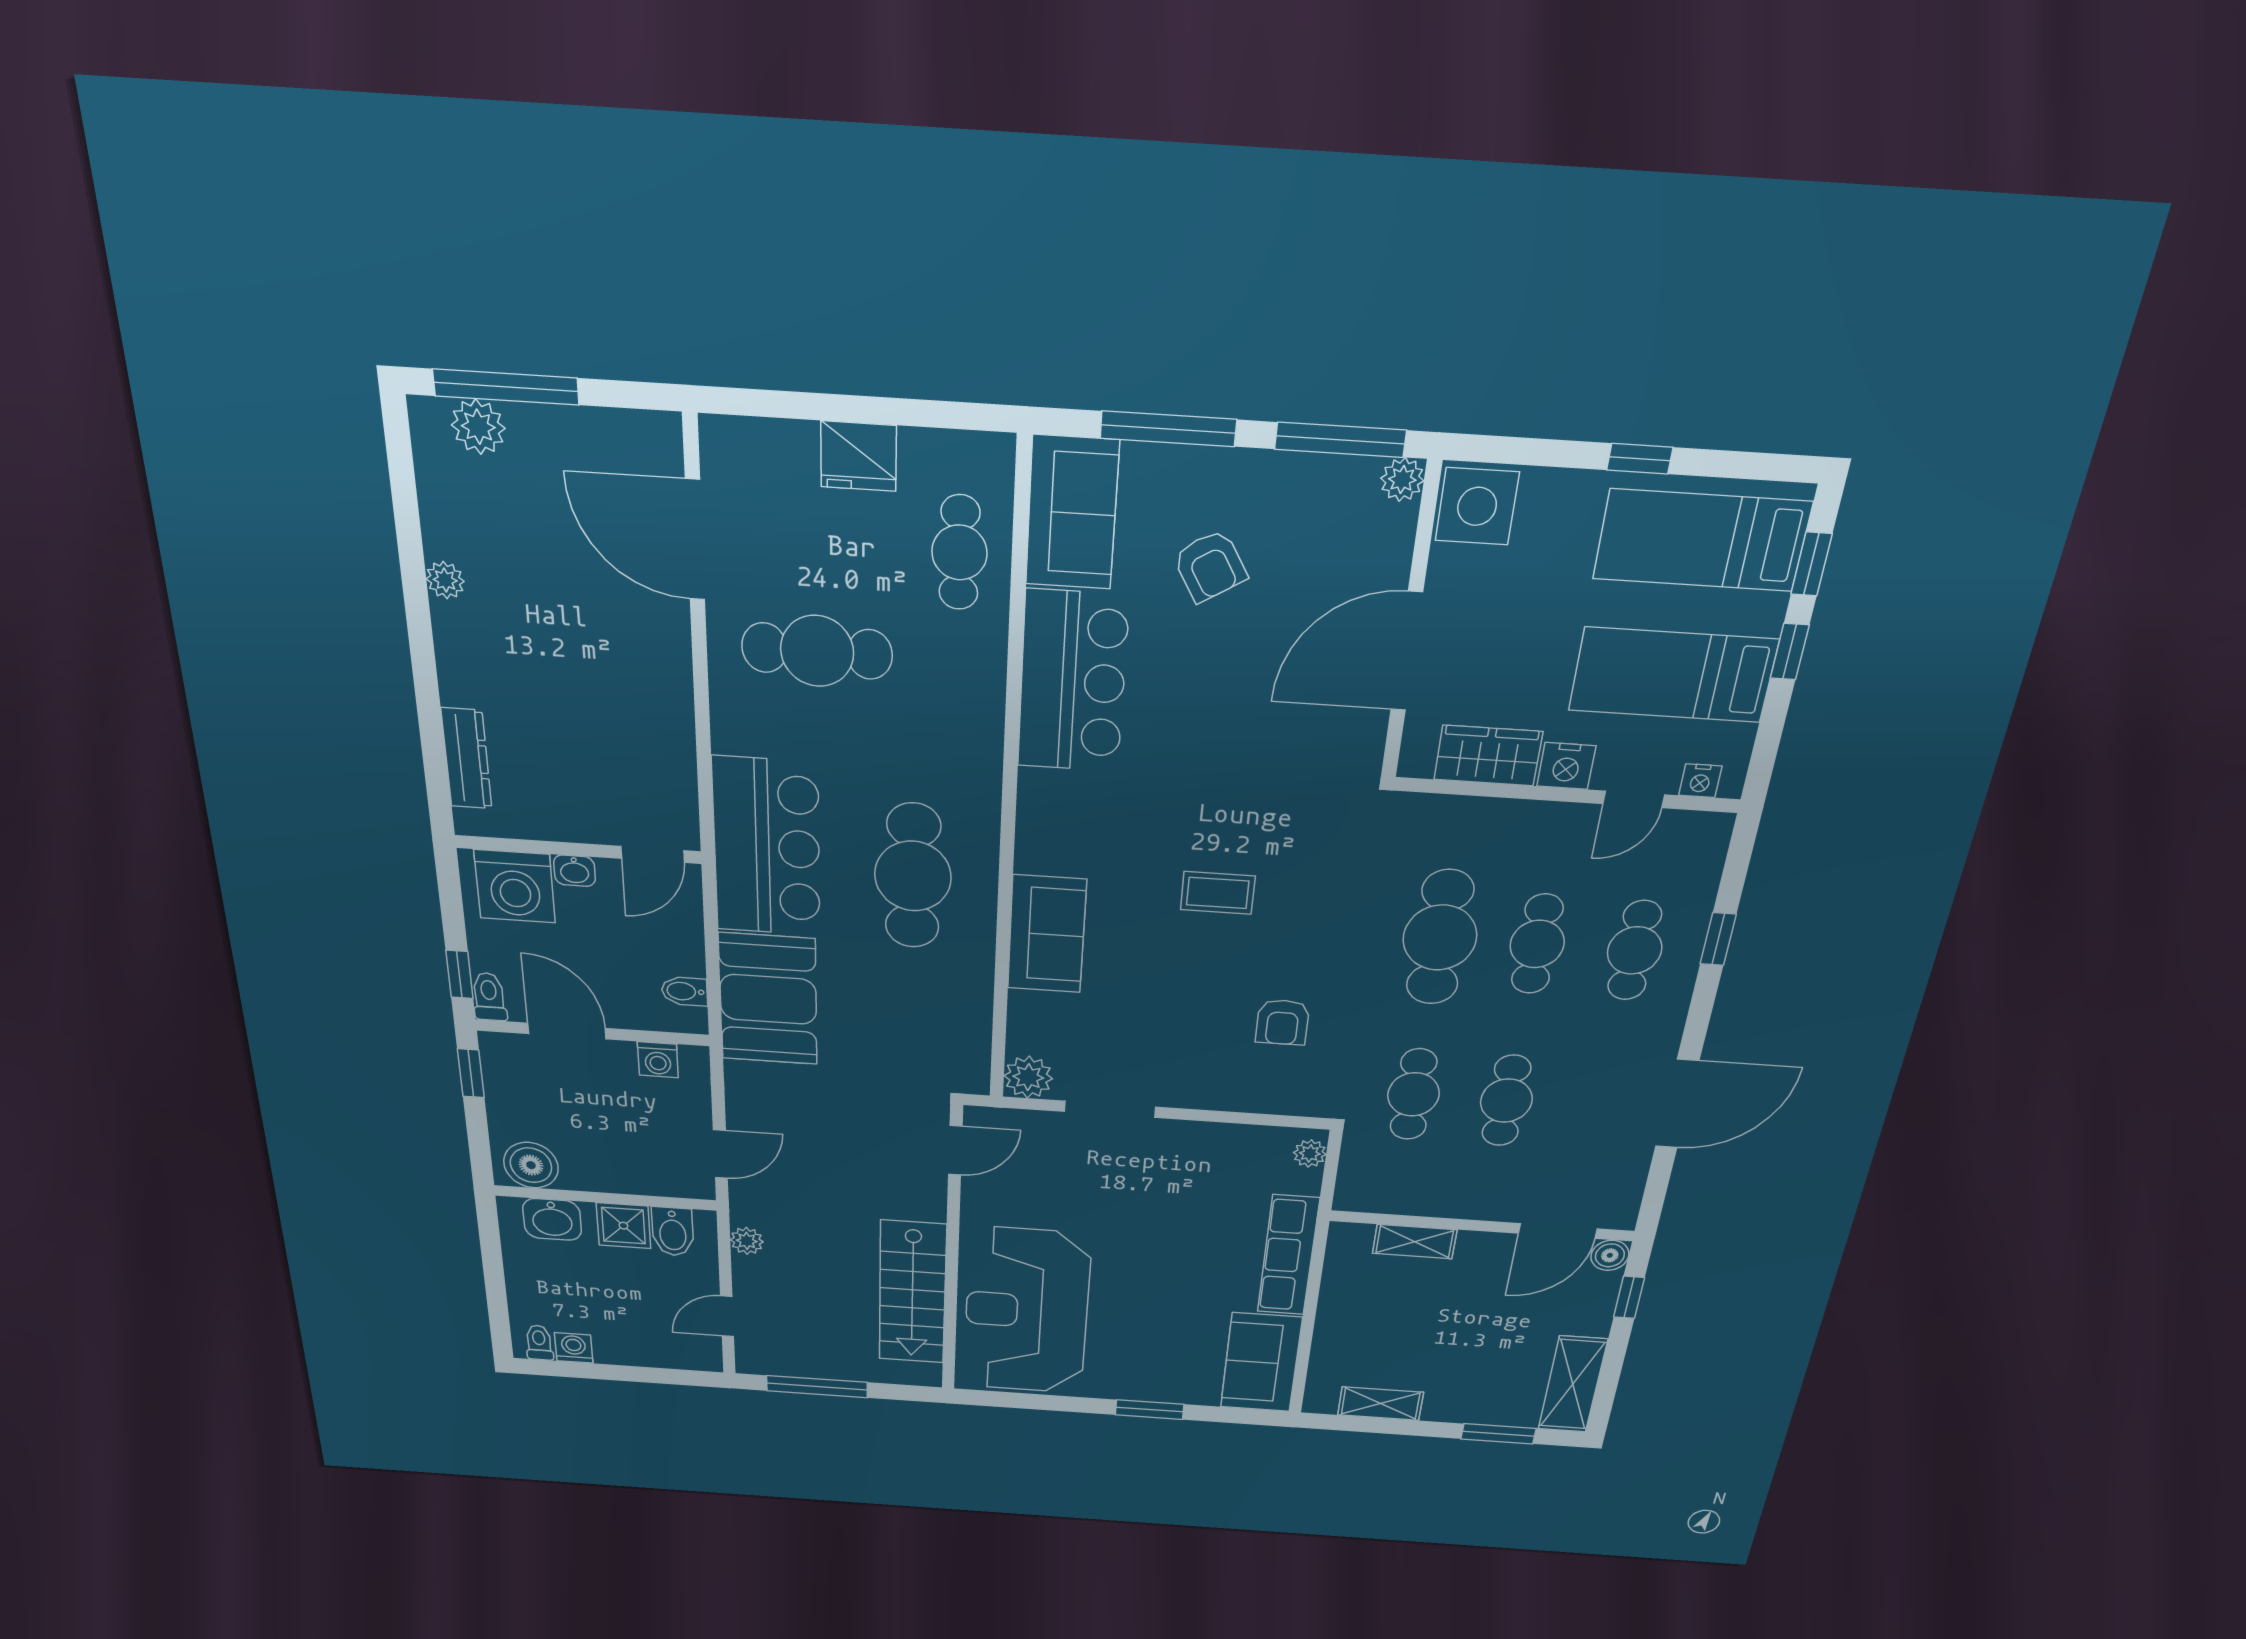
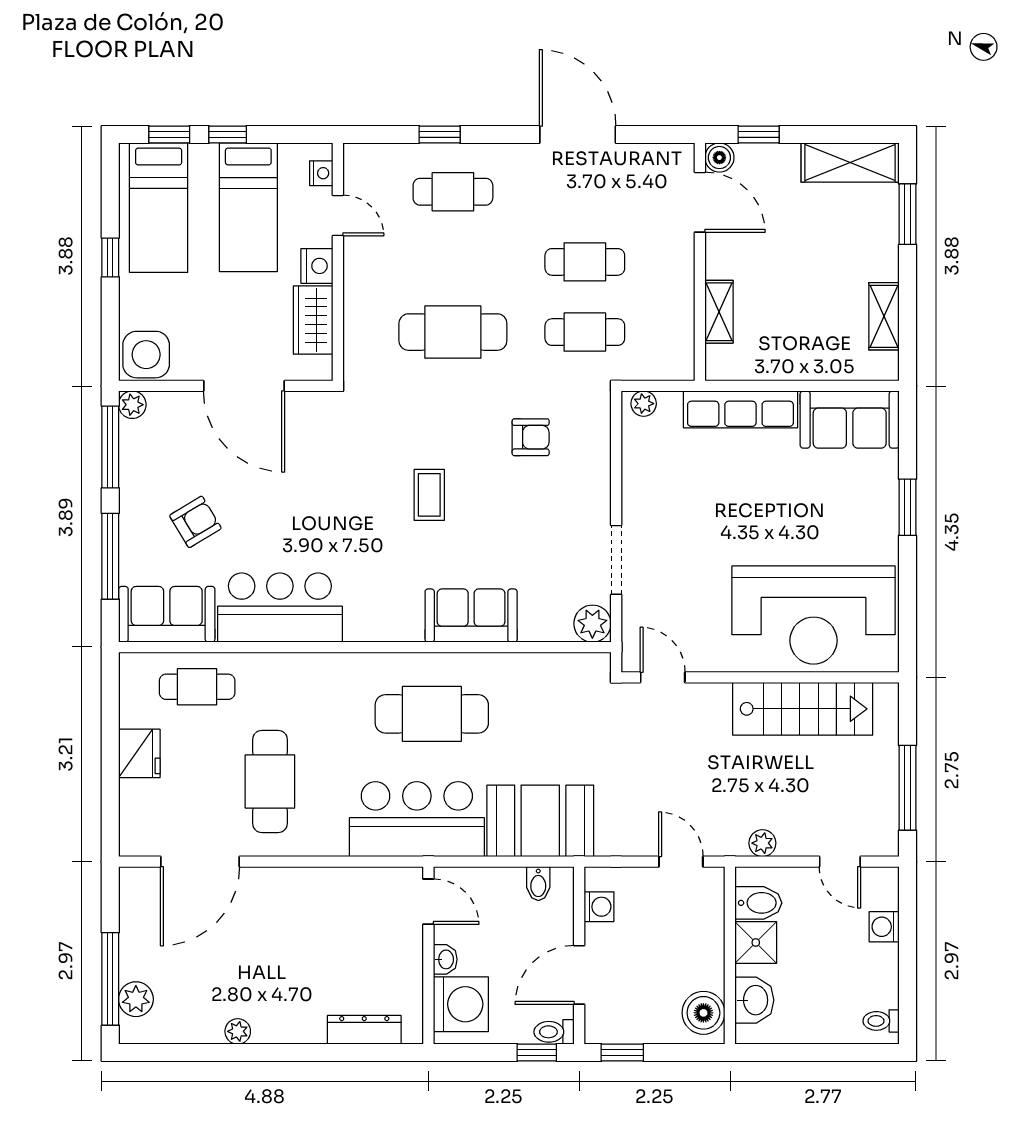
cafe table: (1537, 944) -> (453, 262), removed
washing machine: (574, 1348) -> (884, 927), moved

